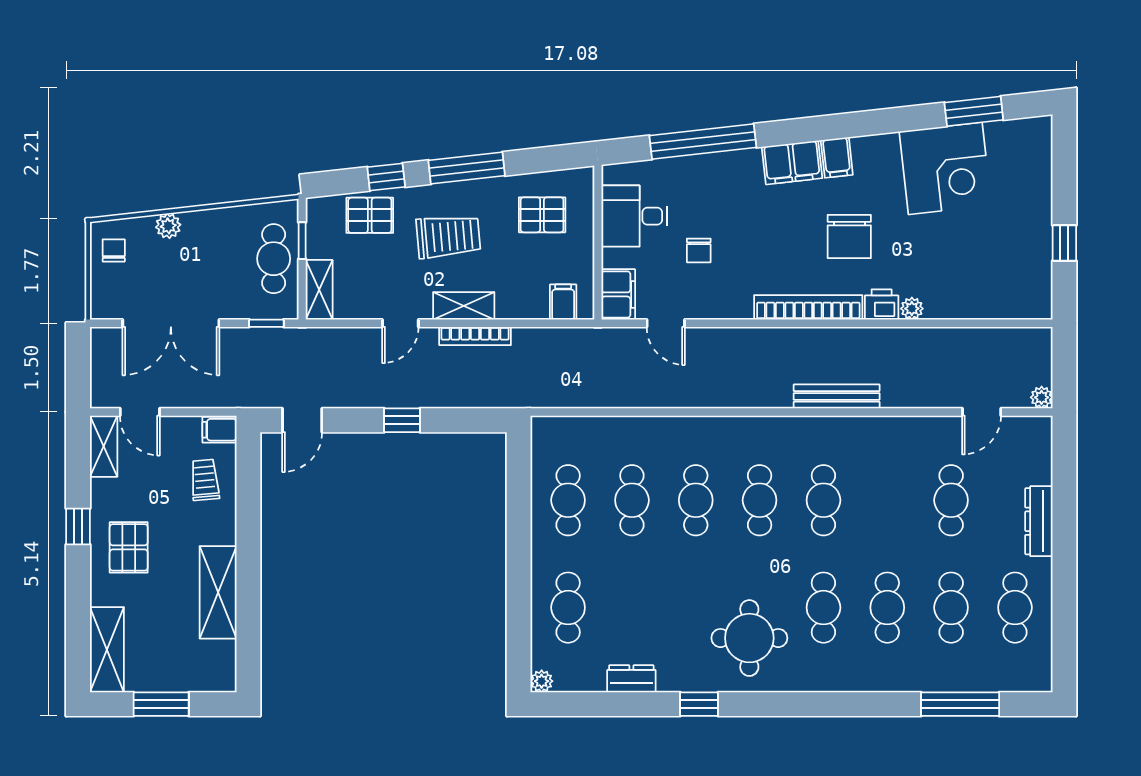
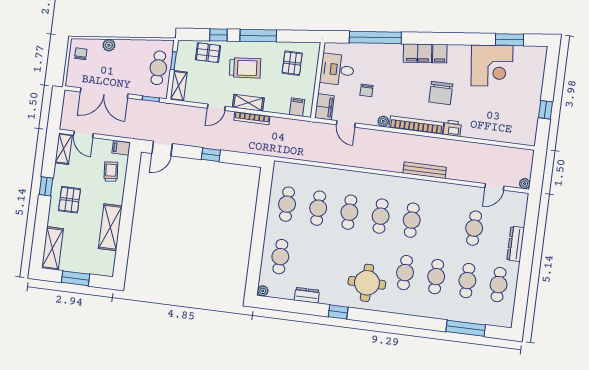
pallet: (542, 215) -> (292, 63), turned 90
plant: (912, 309) -> (383, 121), moved

